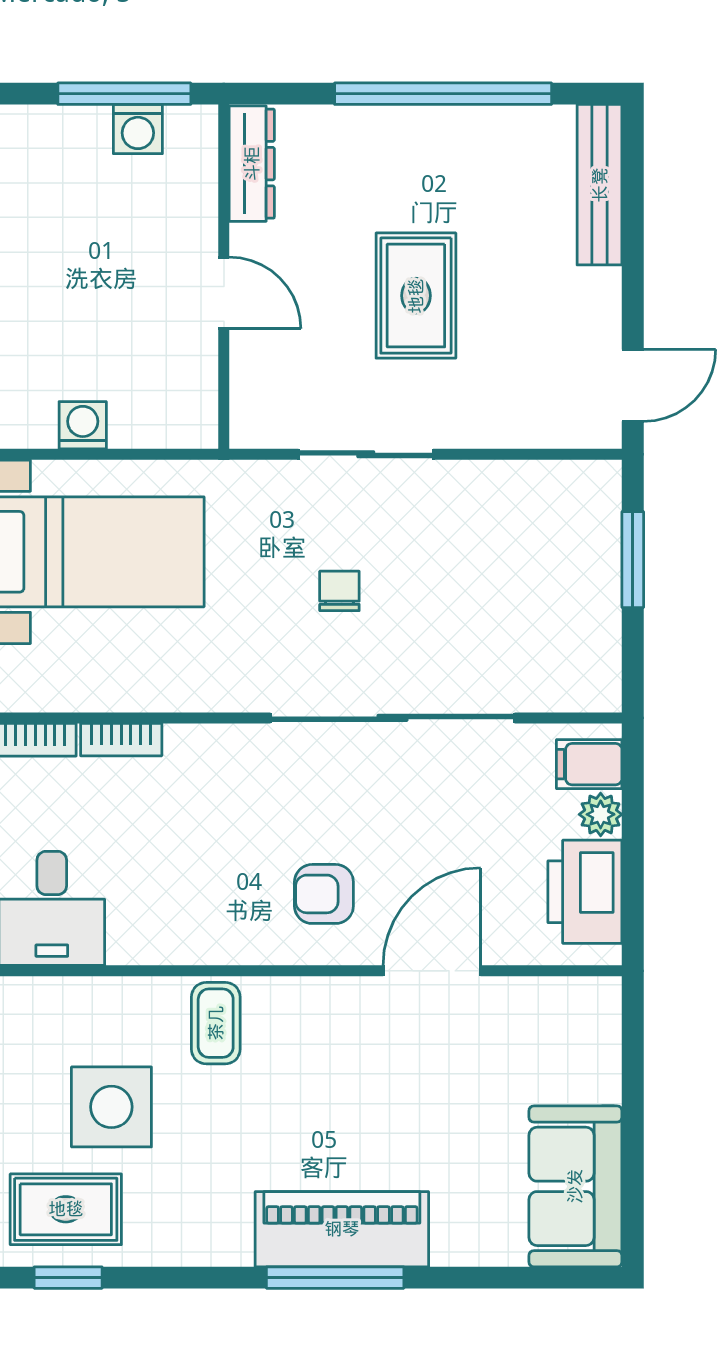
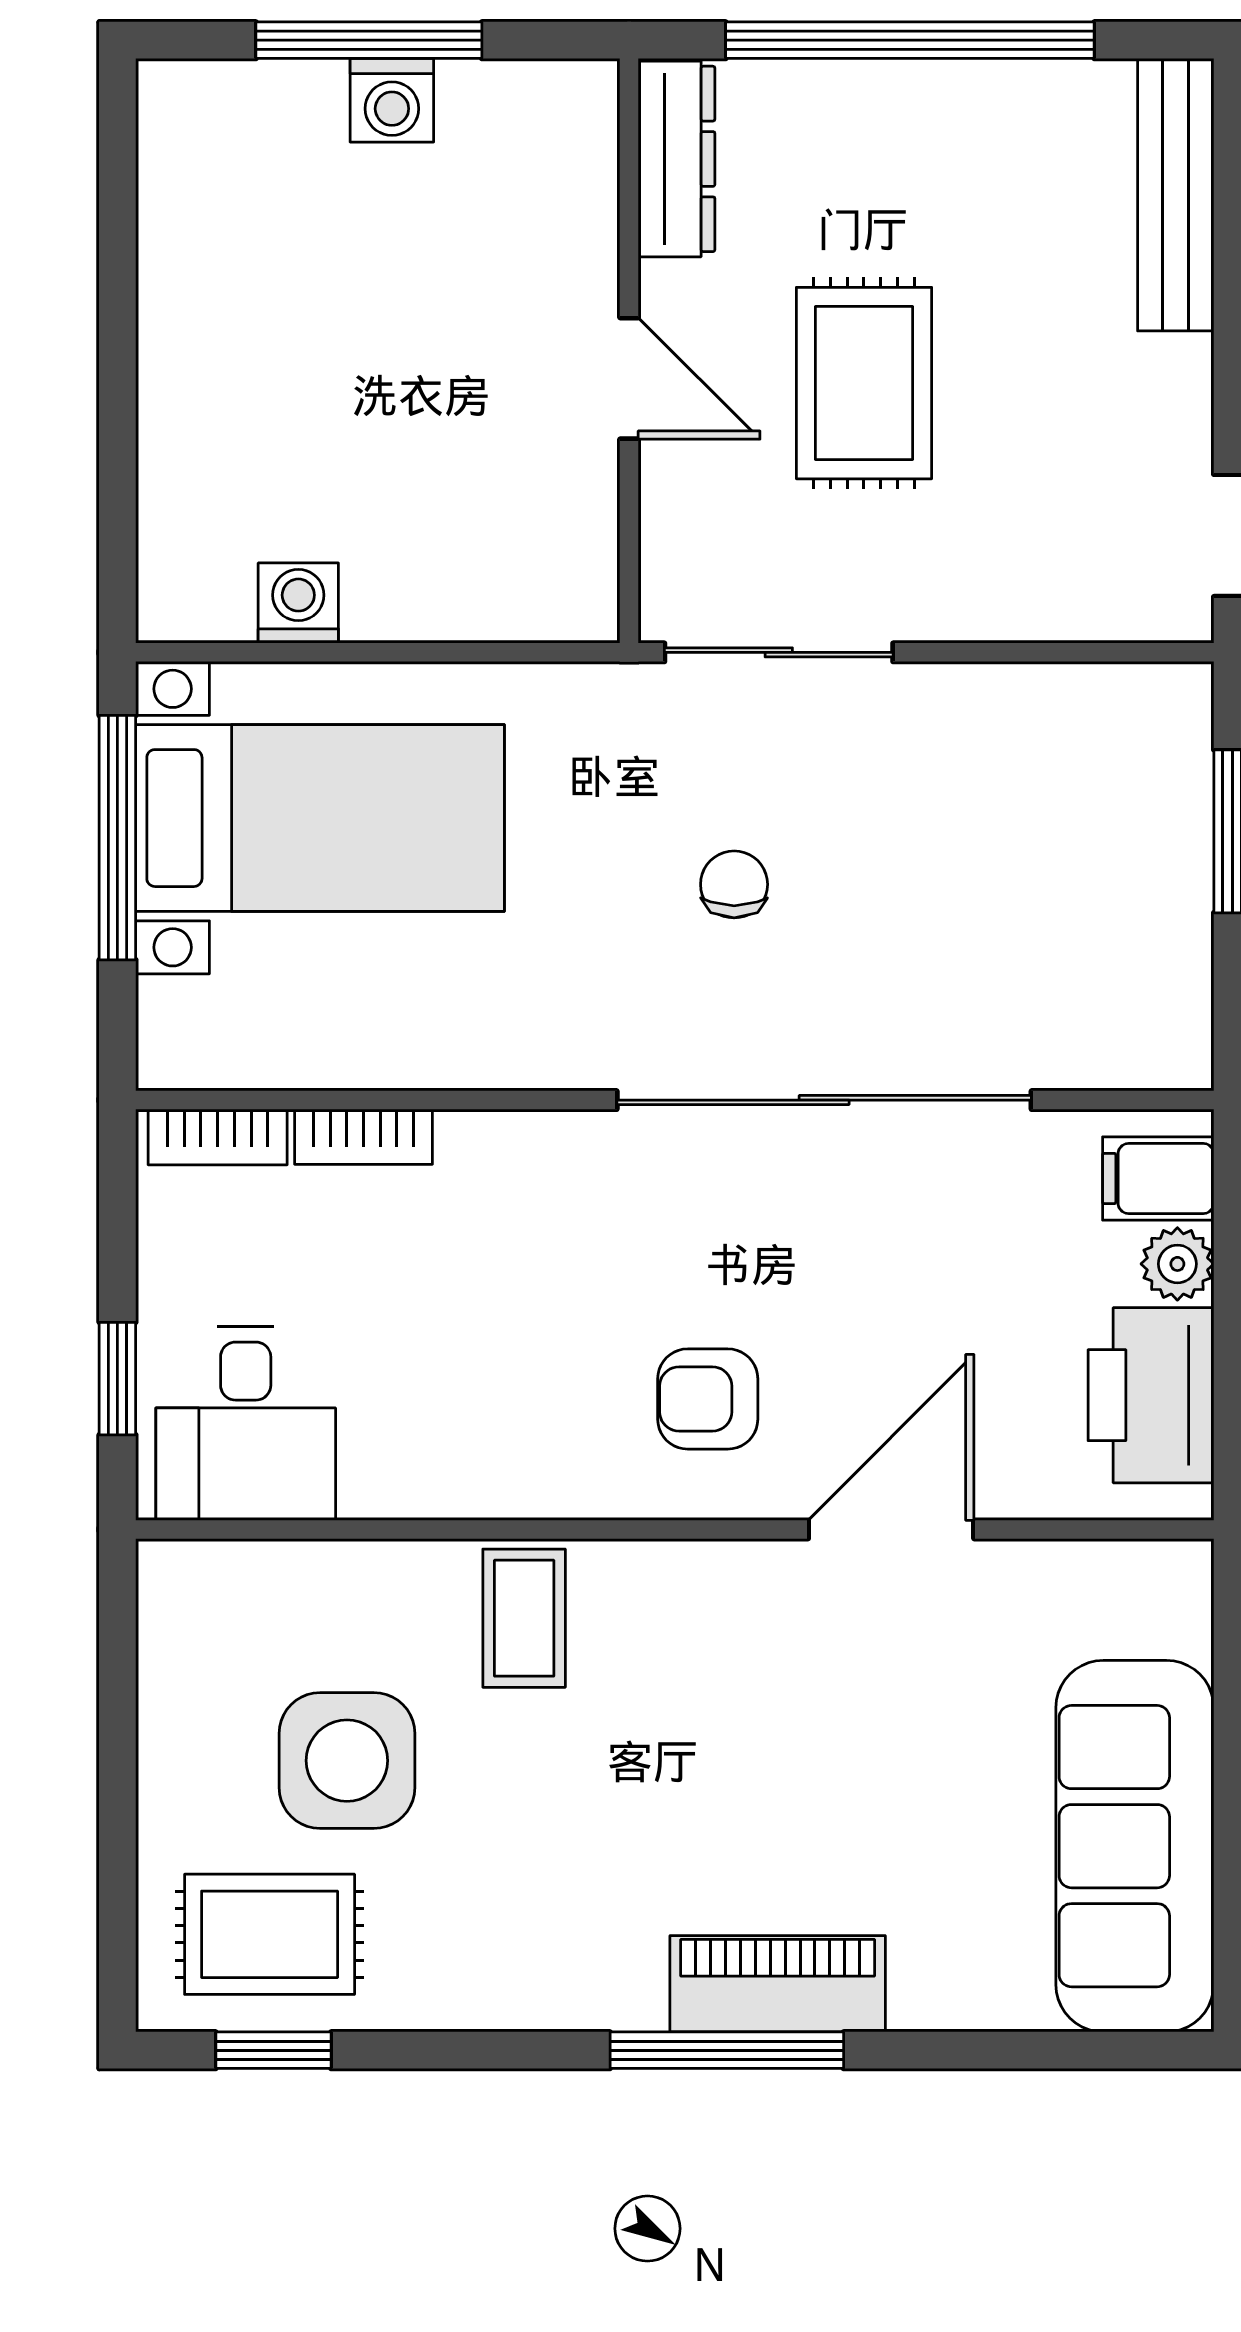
dresser: (252, 164) -> (677, 159), moved
wall: (224, 277) -> (629, 351), moved
door: (224, 293) -> (629, 378), moved
sofa: (575, 1186) -> (1135, 1846), width x1.36
piano: (342, 1229) -> (778, 1984), width x0.73, depth x0.75

